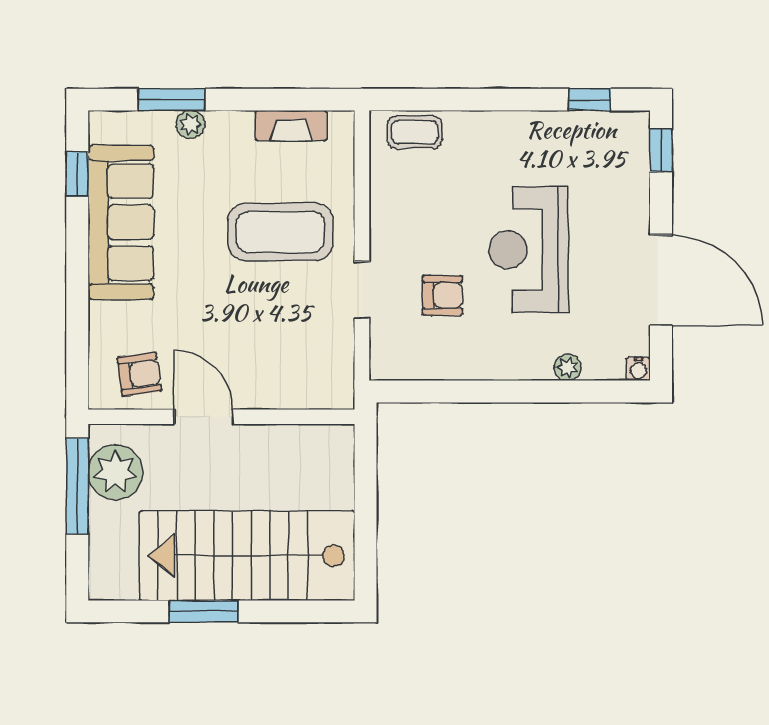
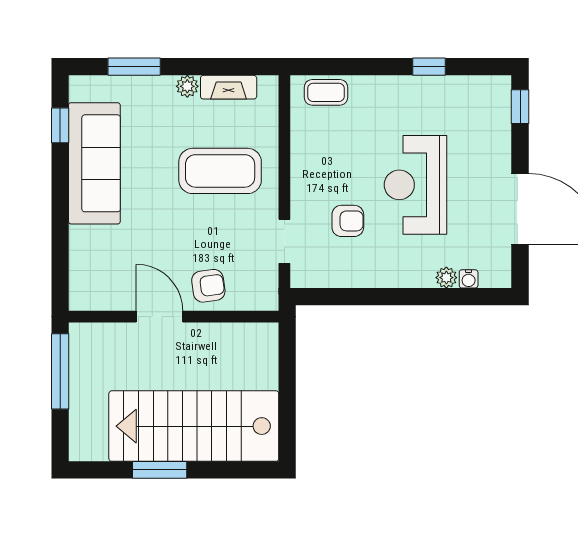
window: (590, 100) -> (429, 67), moved
plant: (190, 125) -> (187, 86), moved
doorway: (362, 290) -> (284, 241), moved
water cooler: (638, 369) -> (469, 279), moved
armchair: (139, 374) -> (208, 286), moved
plant: (115, 472) -> (90, 360), removed

